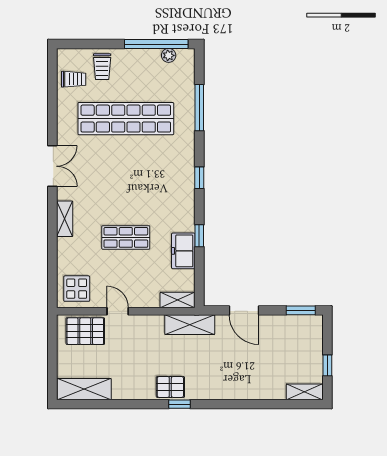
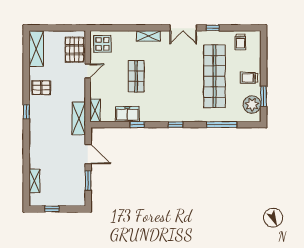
window: (156, 44) -> (264, 96), width x0.47
plant: (169, 55) -> (252, 104), width x1.88, depth x1.88
trolley: (102, 67) -> (249, 78), moved
window: (52, 121) -> (213, 28), added
door: (244, 310) -> (88, 154), swing flipped
window: (301, 310) -> (88, 181), moved
pallet: (170, 387) -> (41, 88), moved, turned 90
shelving: (304, 392) -> (34, 181), moved

